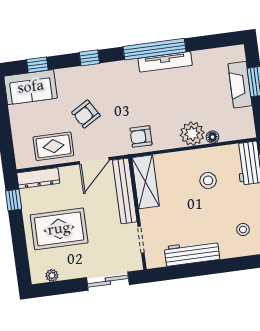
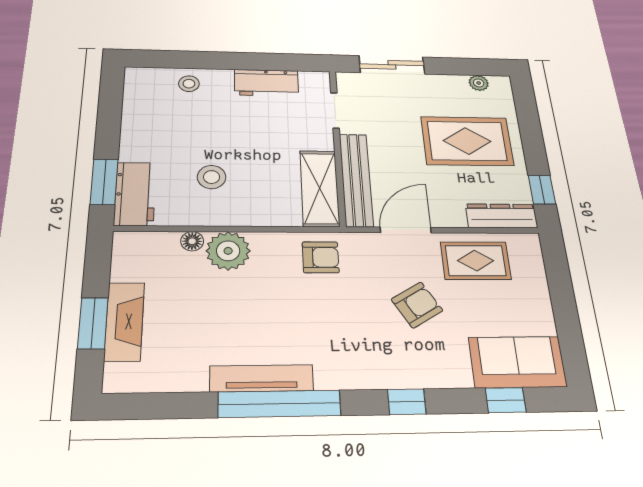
stool: (243, 230) -> (189, 84), moved
workbench: (192, 253) -> (266, 83), width x0.73

